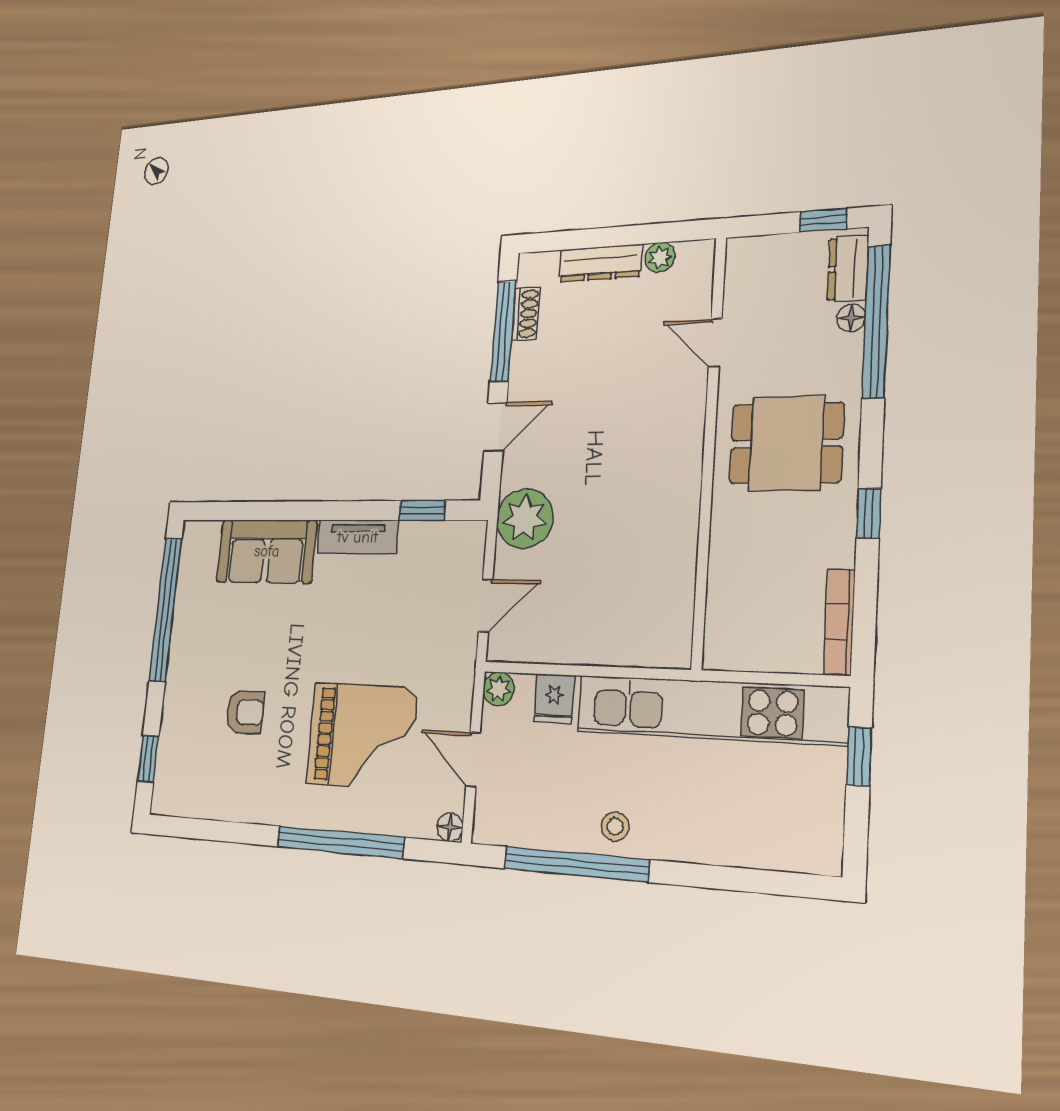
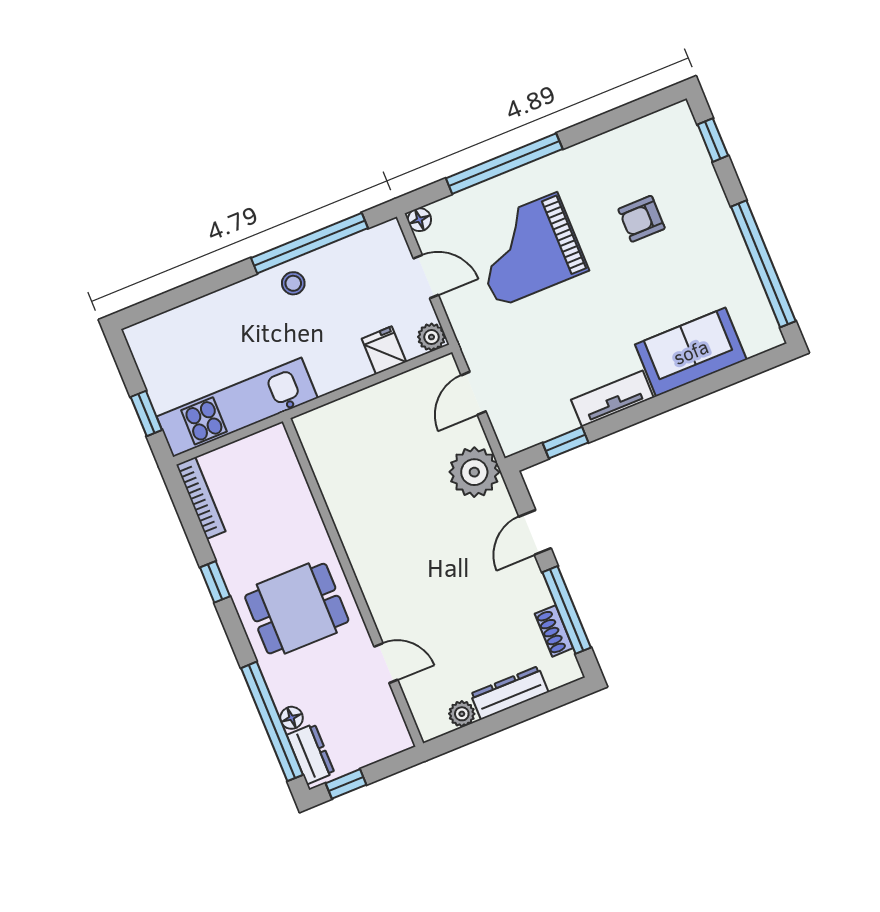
kitchen unit: (710, 710) -> (237, 407), width x0.73

